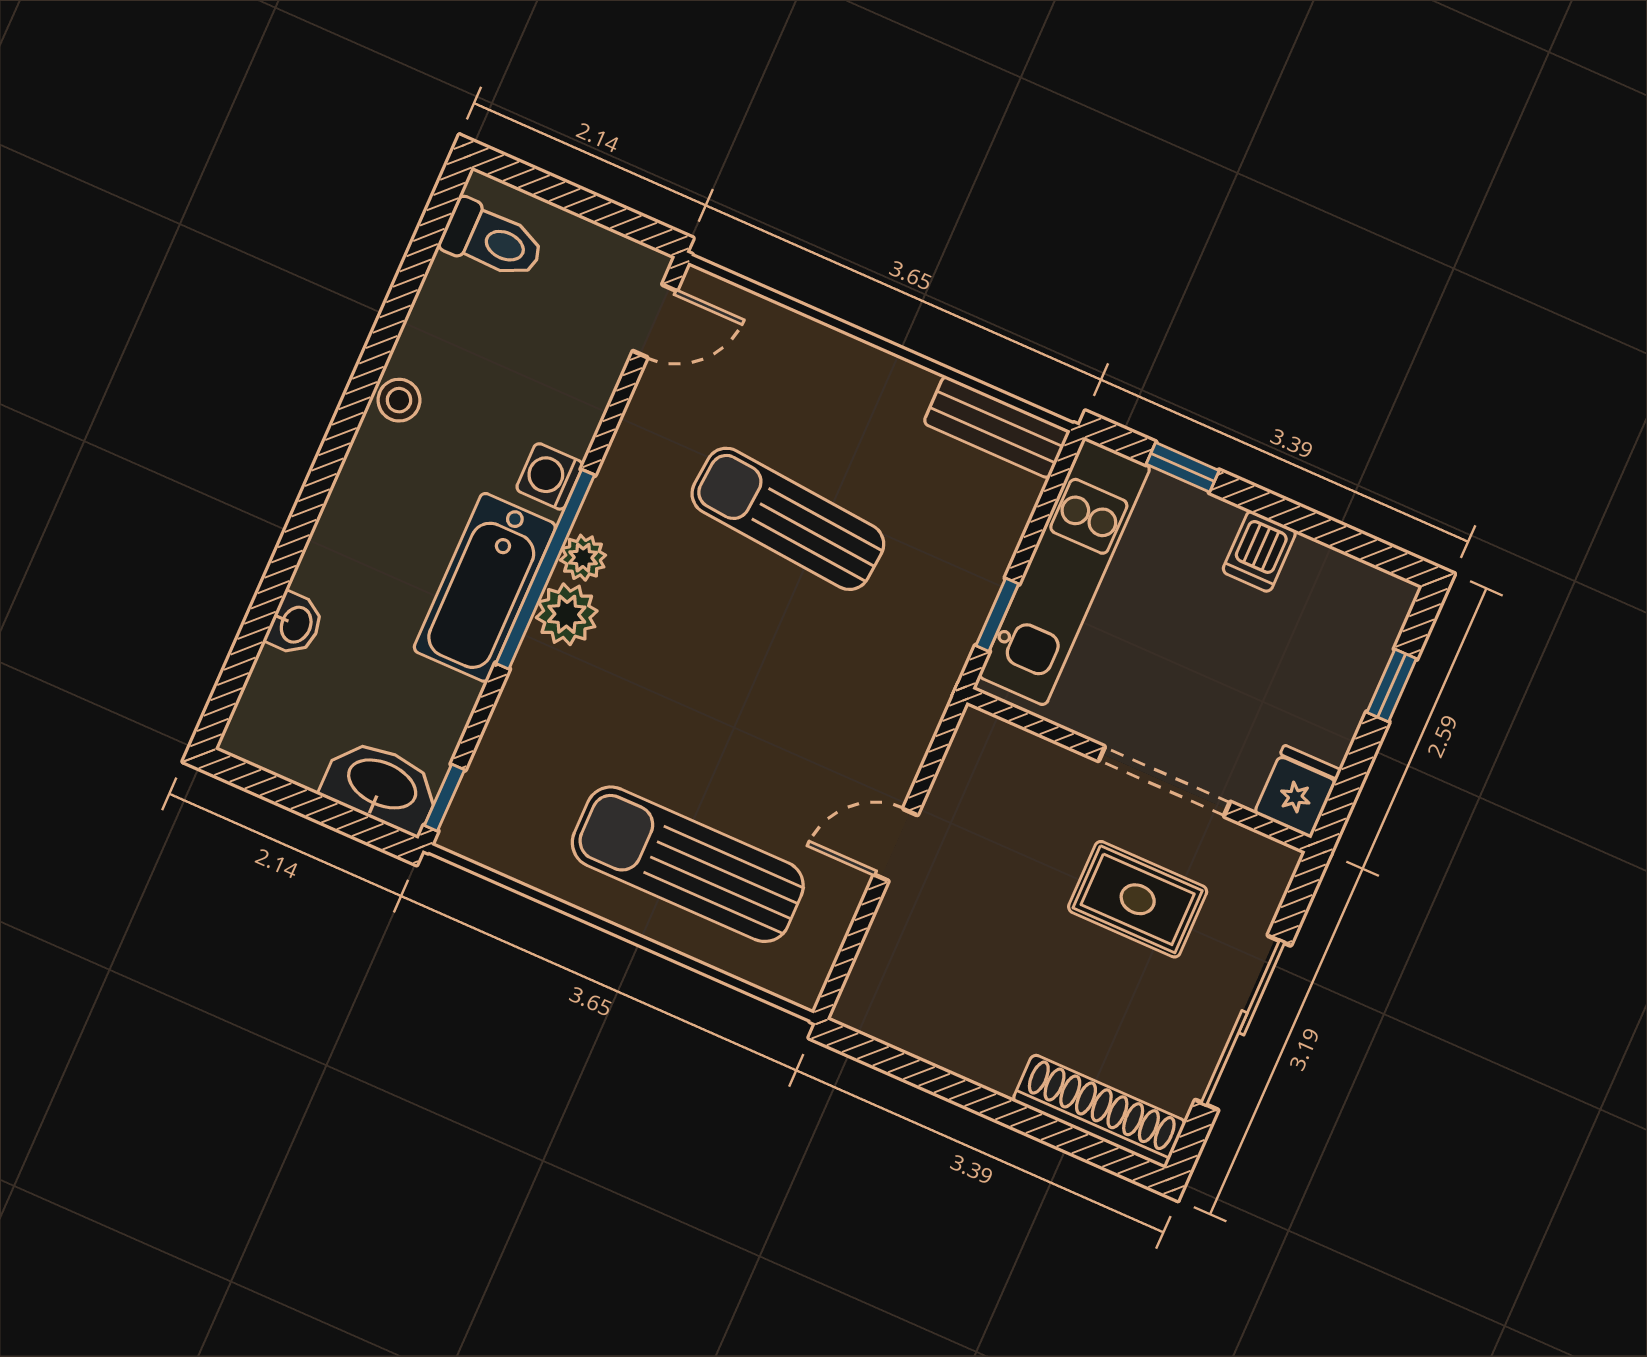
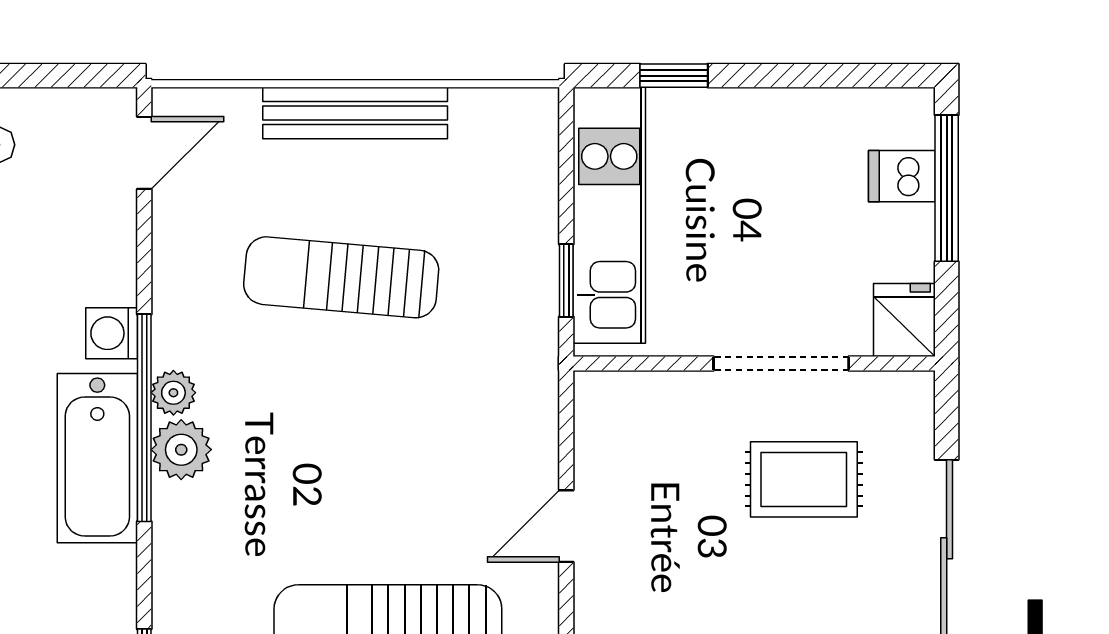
bench: (997, 427) -> (355, 113), moved, width x1.36
dishwasher: (1259, 551) -> (902, 176), moved, turned 90
window: (1392, 685) -> (947, 188), width x2.17

